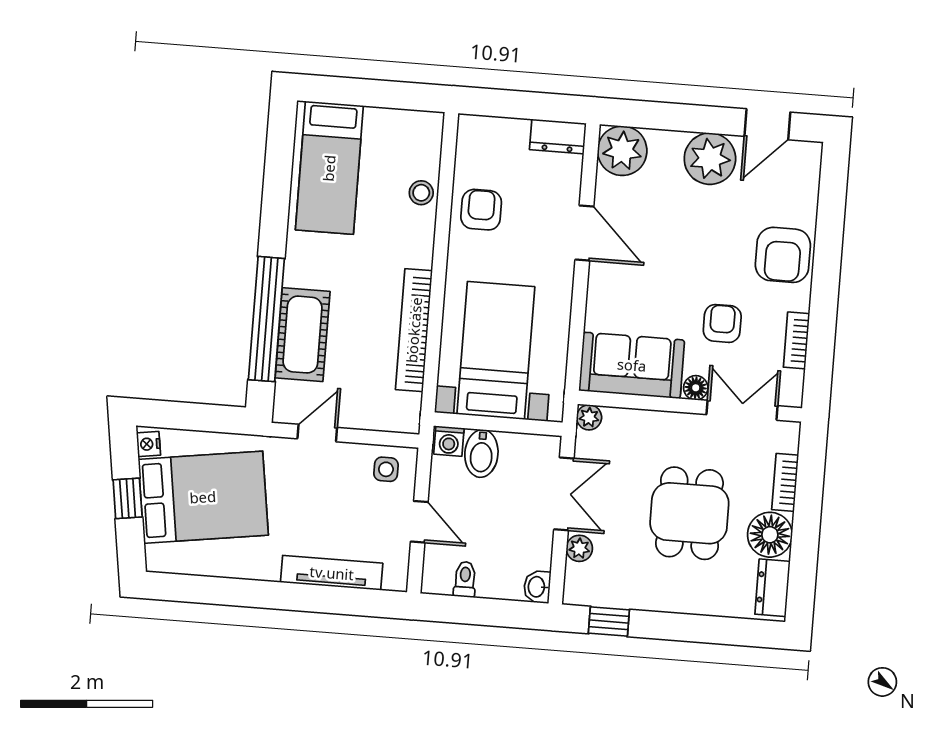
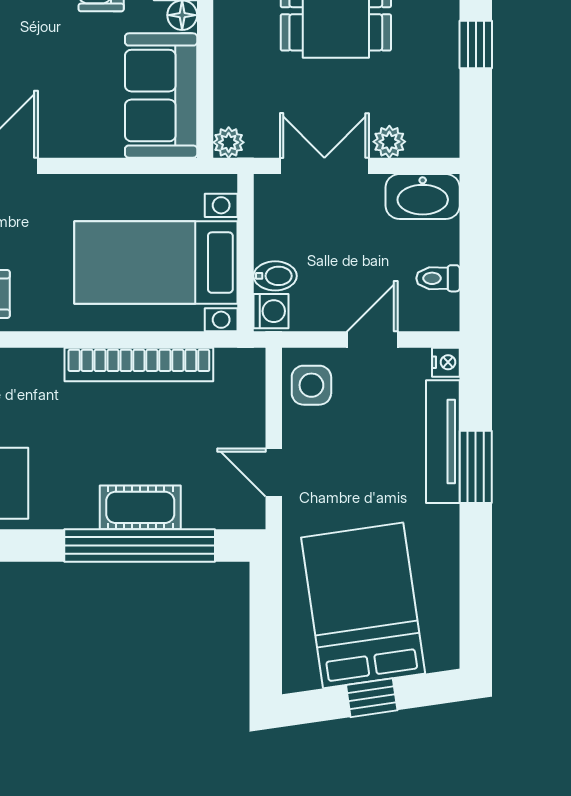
cot: (303, 335) -> (140, 507), width x0.73, depth x0.75
nightstand: (149, 444) -> (446, 362), moved, turned -82
bidet: (481, 453) -> (275, 276), width x0.72, depth x0.74
side table: (386, 469) -> (311, 385), width x1.37, depth x1.37
washbasin: (537, 587) -> (423, 197), width x1.91, depth x1.45
window: (309, 598) -> (476, 467), added
window: (609, 622) -> (476, 44), moved

